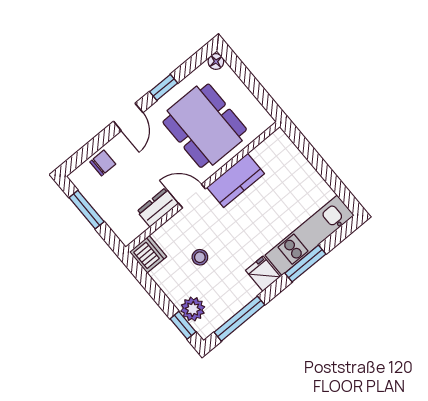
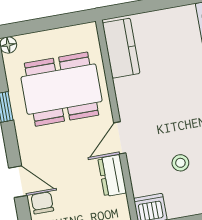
door: (128, 117) -> (18, 182), moved
kitchen counter: (236, 181) -> (121, 48), moved

